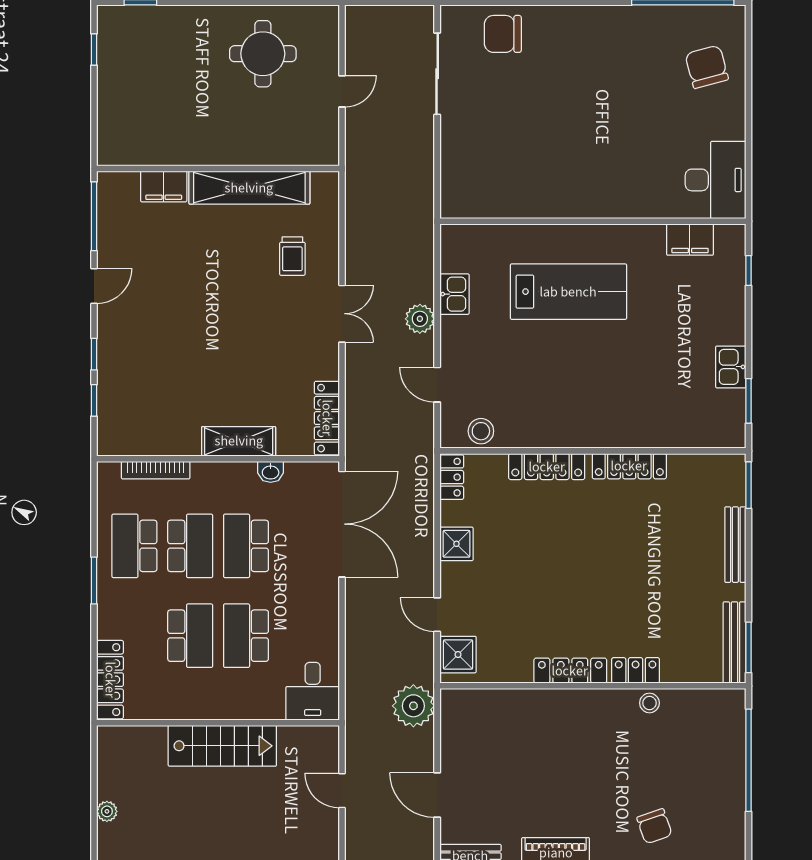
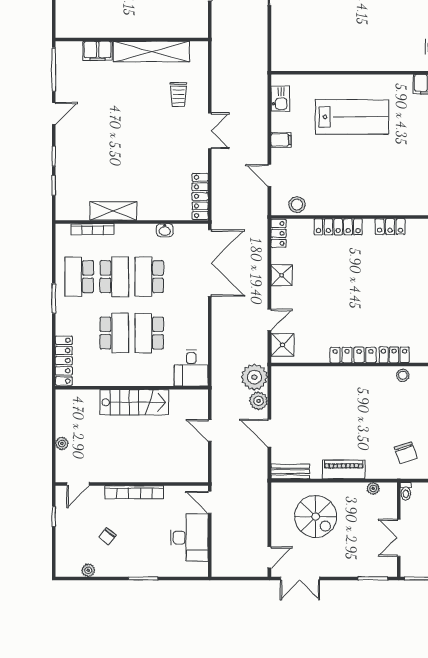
kitchen sink: (454, 294) -> (280, 99), moved
plant: (420, 319) -> (259, 401), moved
filing cabinet: (456, 328) -> (281, 140), added
shelving: (239, 441) -> (113, 211), moved
locker: (629, 466) -> (390, 227), width x0.66
door: (437, 615) -> (269, 320), swing flipped

